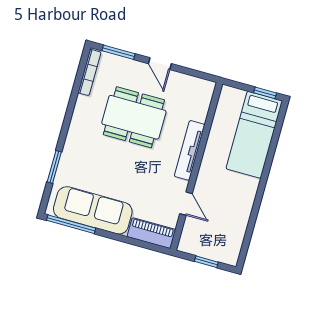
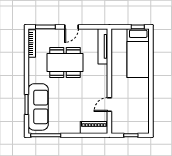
door: (160, 64) -> (71, 27), hinge flipped
tv unit: (190, 150) -> (103, 46), moved
door: (186, 204) -> (109, 105), swing flipped
sofa: (93, 210) -> (38, 107), moved, turned 90

